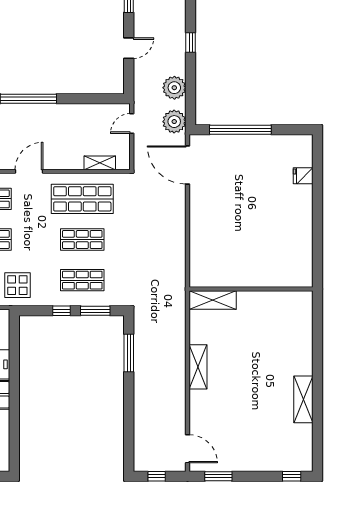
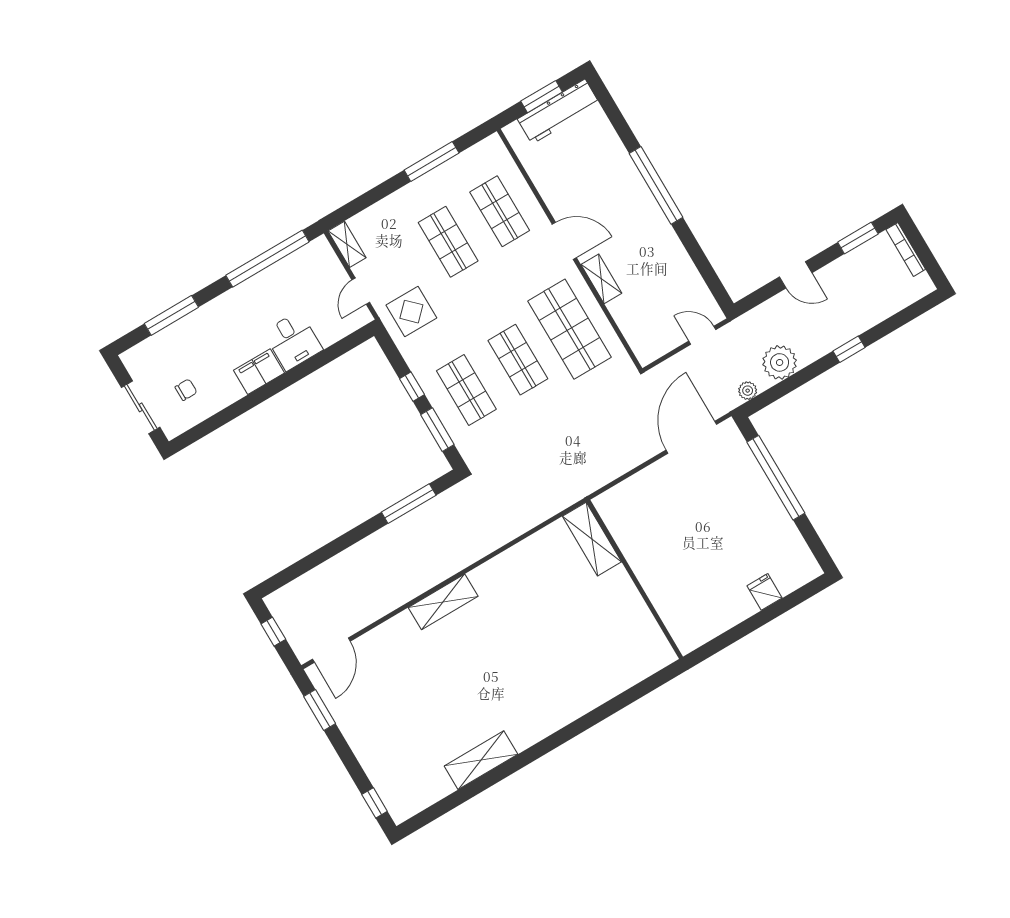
plant: (174, 122) -> (748, 391), width x0.53, depth x0.53
shelving: (100, 163) -> (601, 279), moved
wall: (251, 289) -> (635, 579), moved
shelving: (213, 300) -> (592, 539), moved

